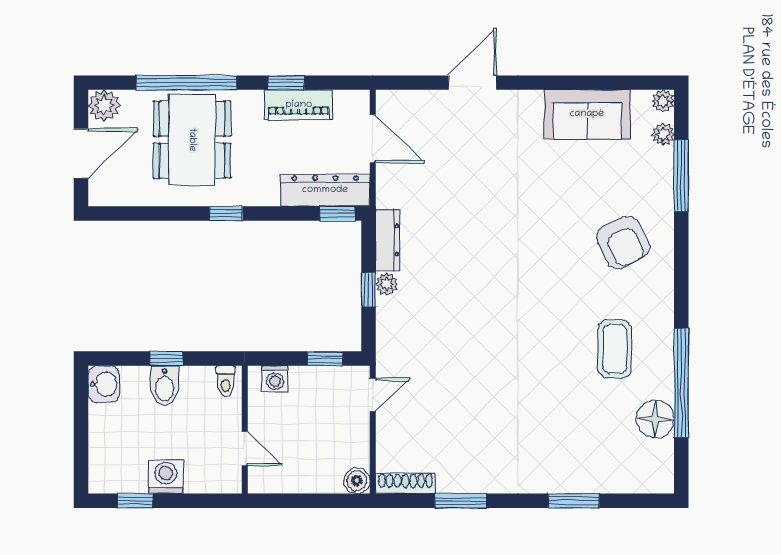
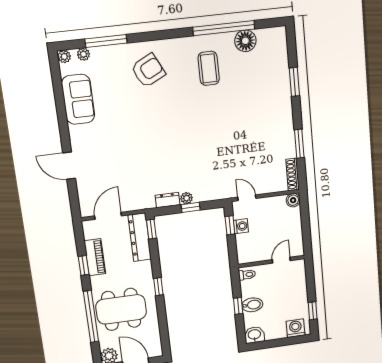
dresser: (388, 240) -> (168, 200), width x0.70
coffee table: (615, 349) -> (209, 68), turned 90
washing machine: (275, 379) -> (241, 226), moved
washing machine: (166, 477) -> (295, 328), moved, turned 90

